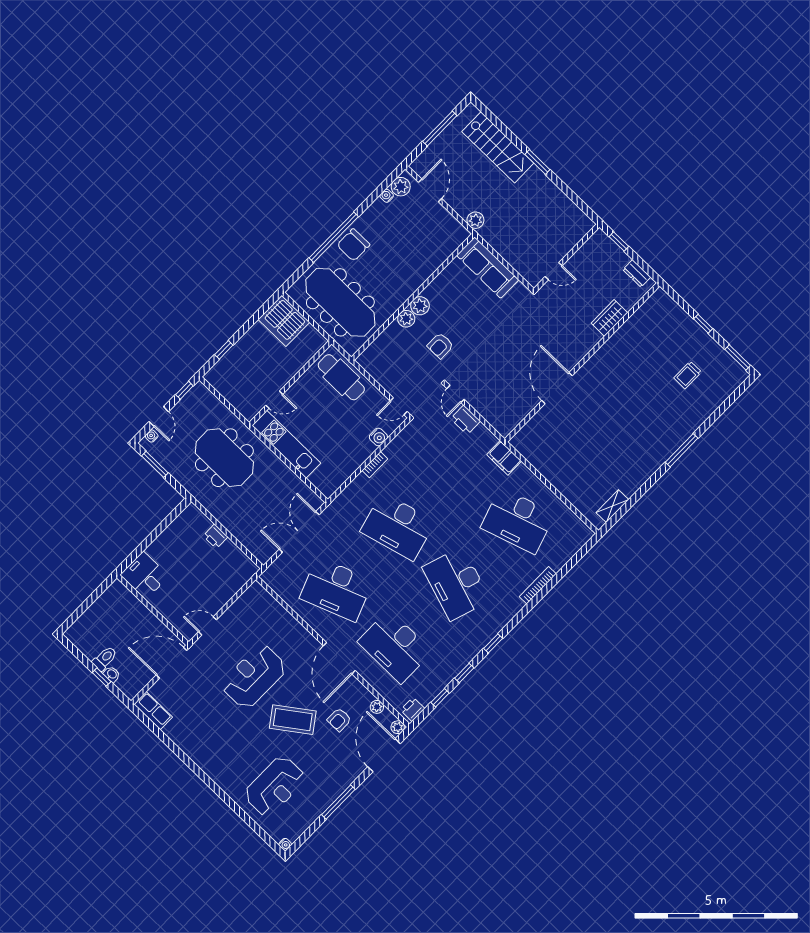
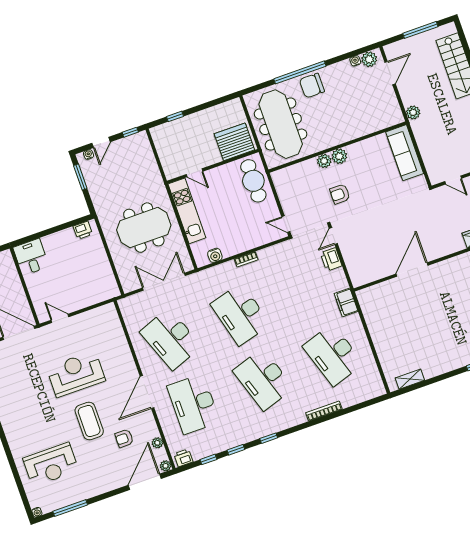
server rack: (284, 321) -> (234, 142), moved, turned 90
water cooler: (378, 437) -> (215, 255), moved
meeting table: (224, 458) -> (144, 228), moved, turned 90
printer: (216, 536) -> (83, 230), moved, turned -90
desk: (456, 584) -> (263, 379), turned -36
coffee table: (293, 720) -> (89, 421), turned 36
window: (338, 802) -> (70, 508), moved

